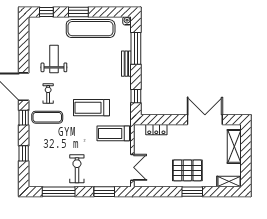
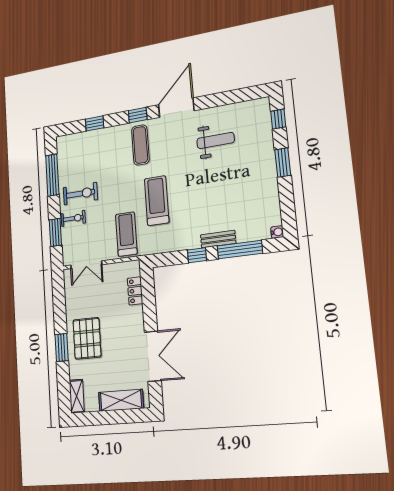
exercise mat: (91, 29) -> (261, 183), removed
exercise bike: (48, 93) -> (73, 218), moved
window: (136, 96) -> (197, 255), moved

